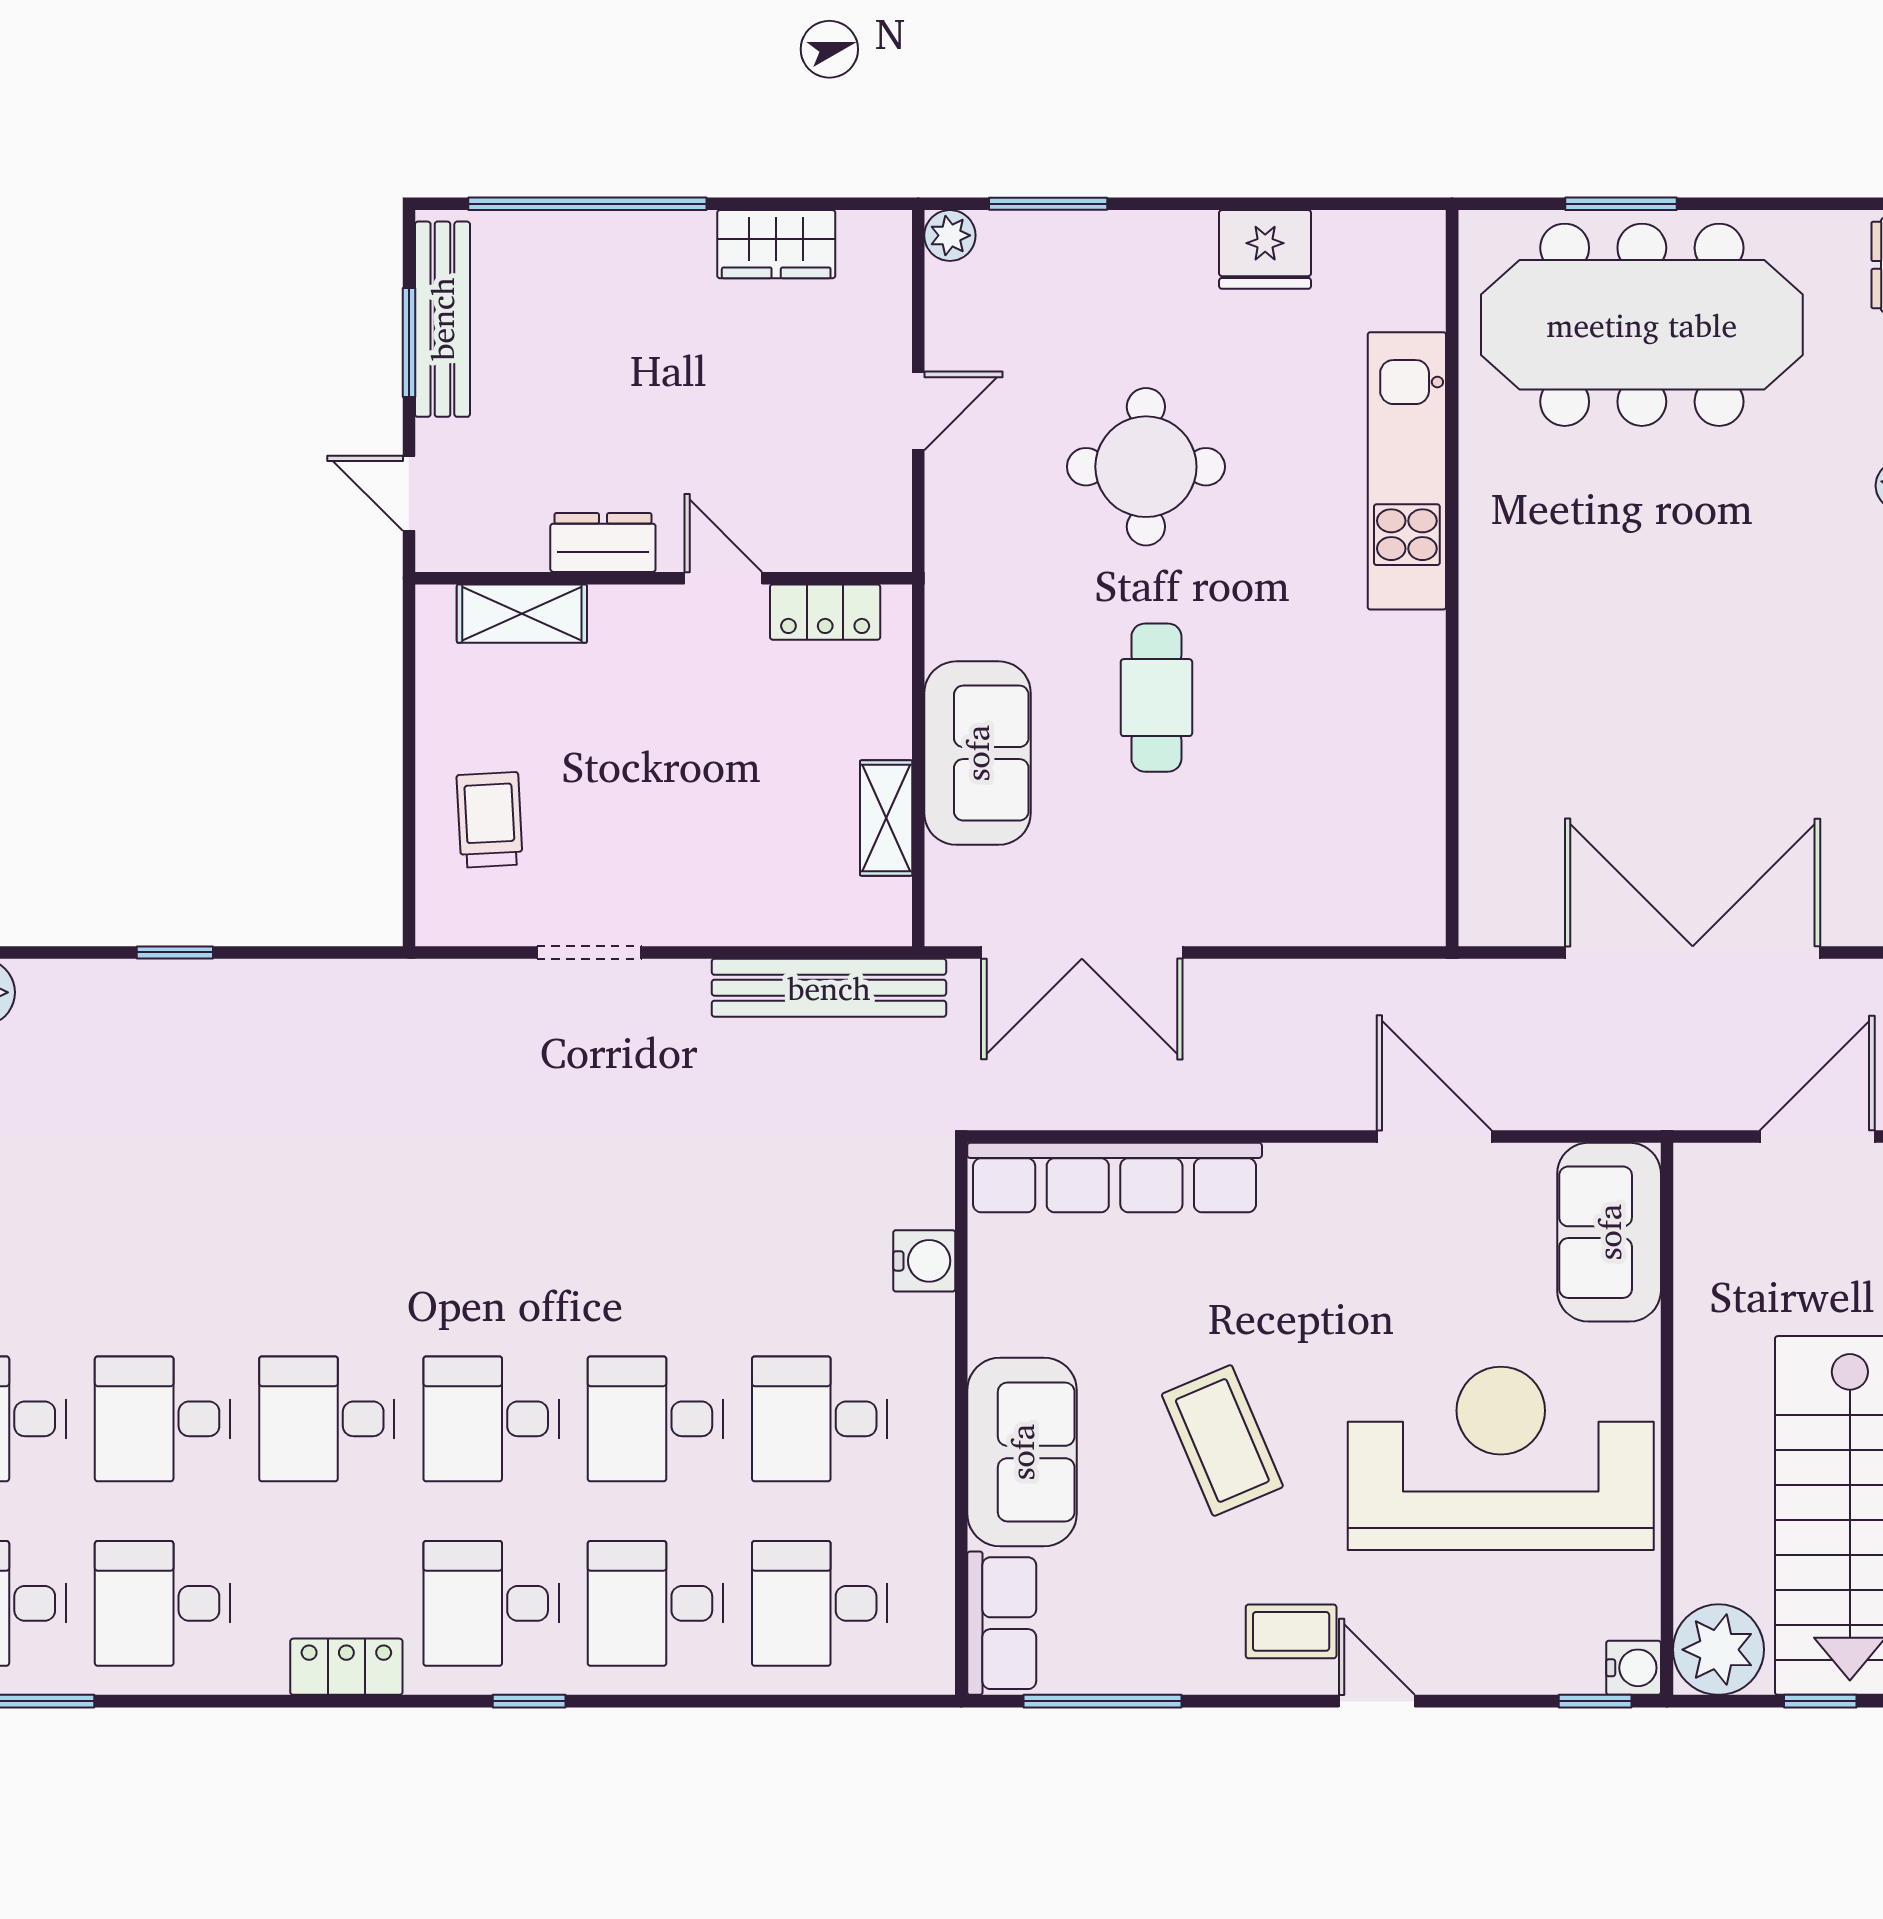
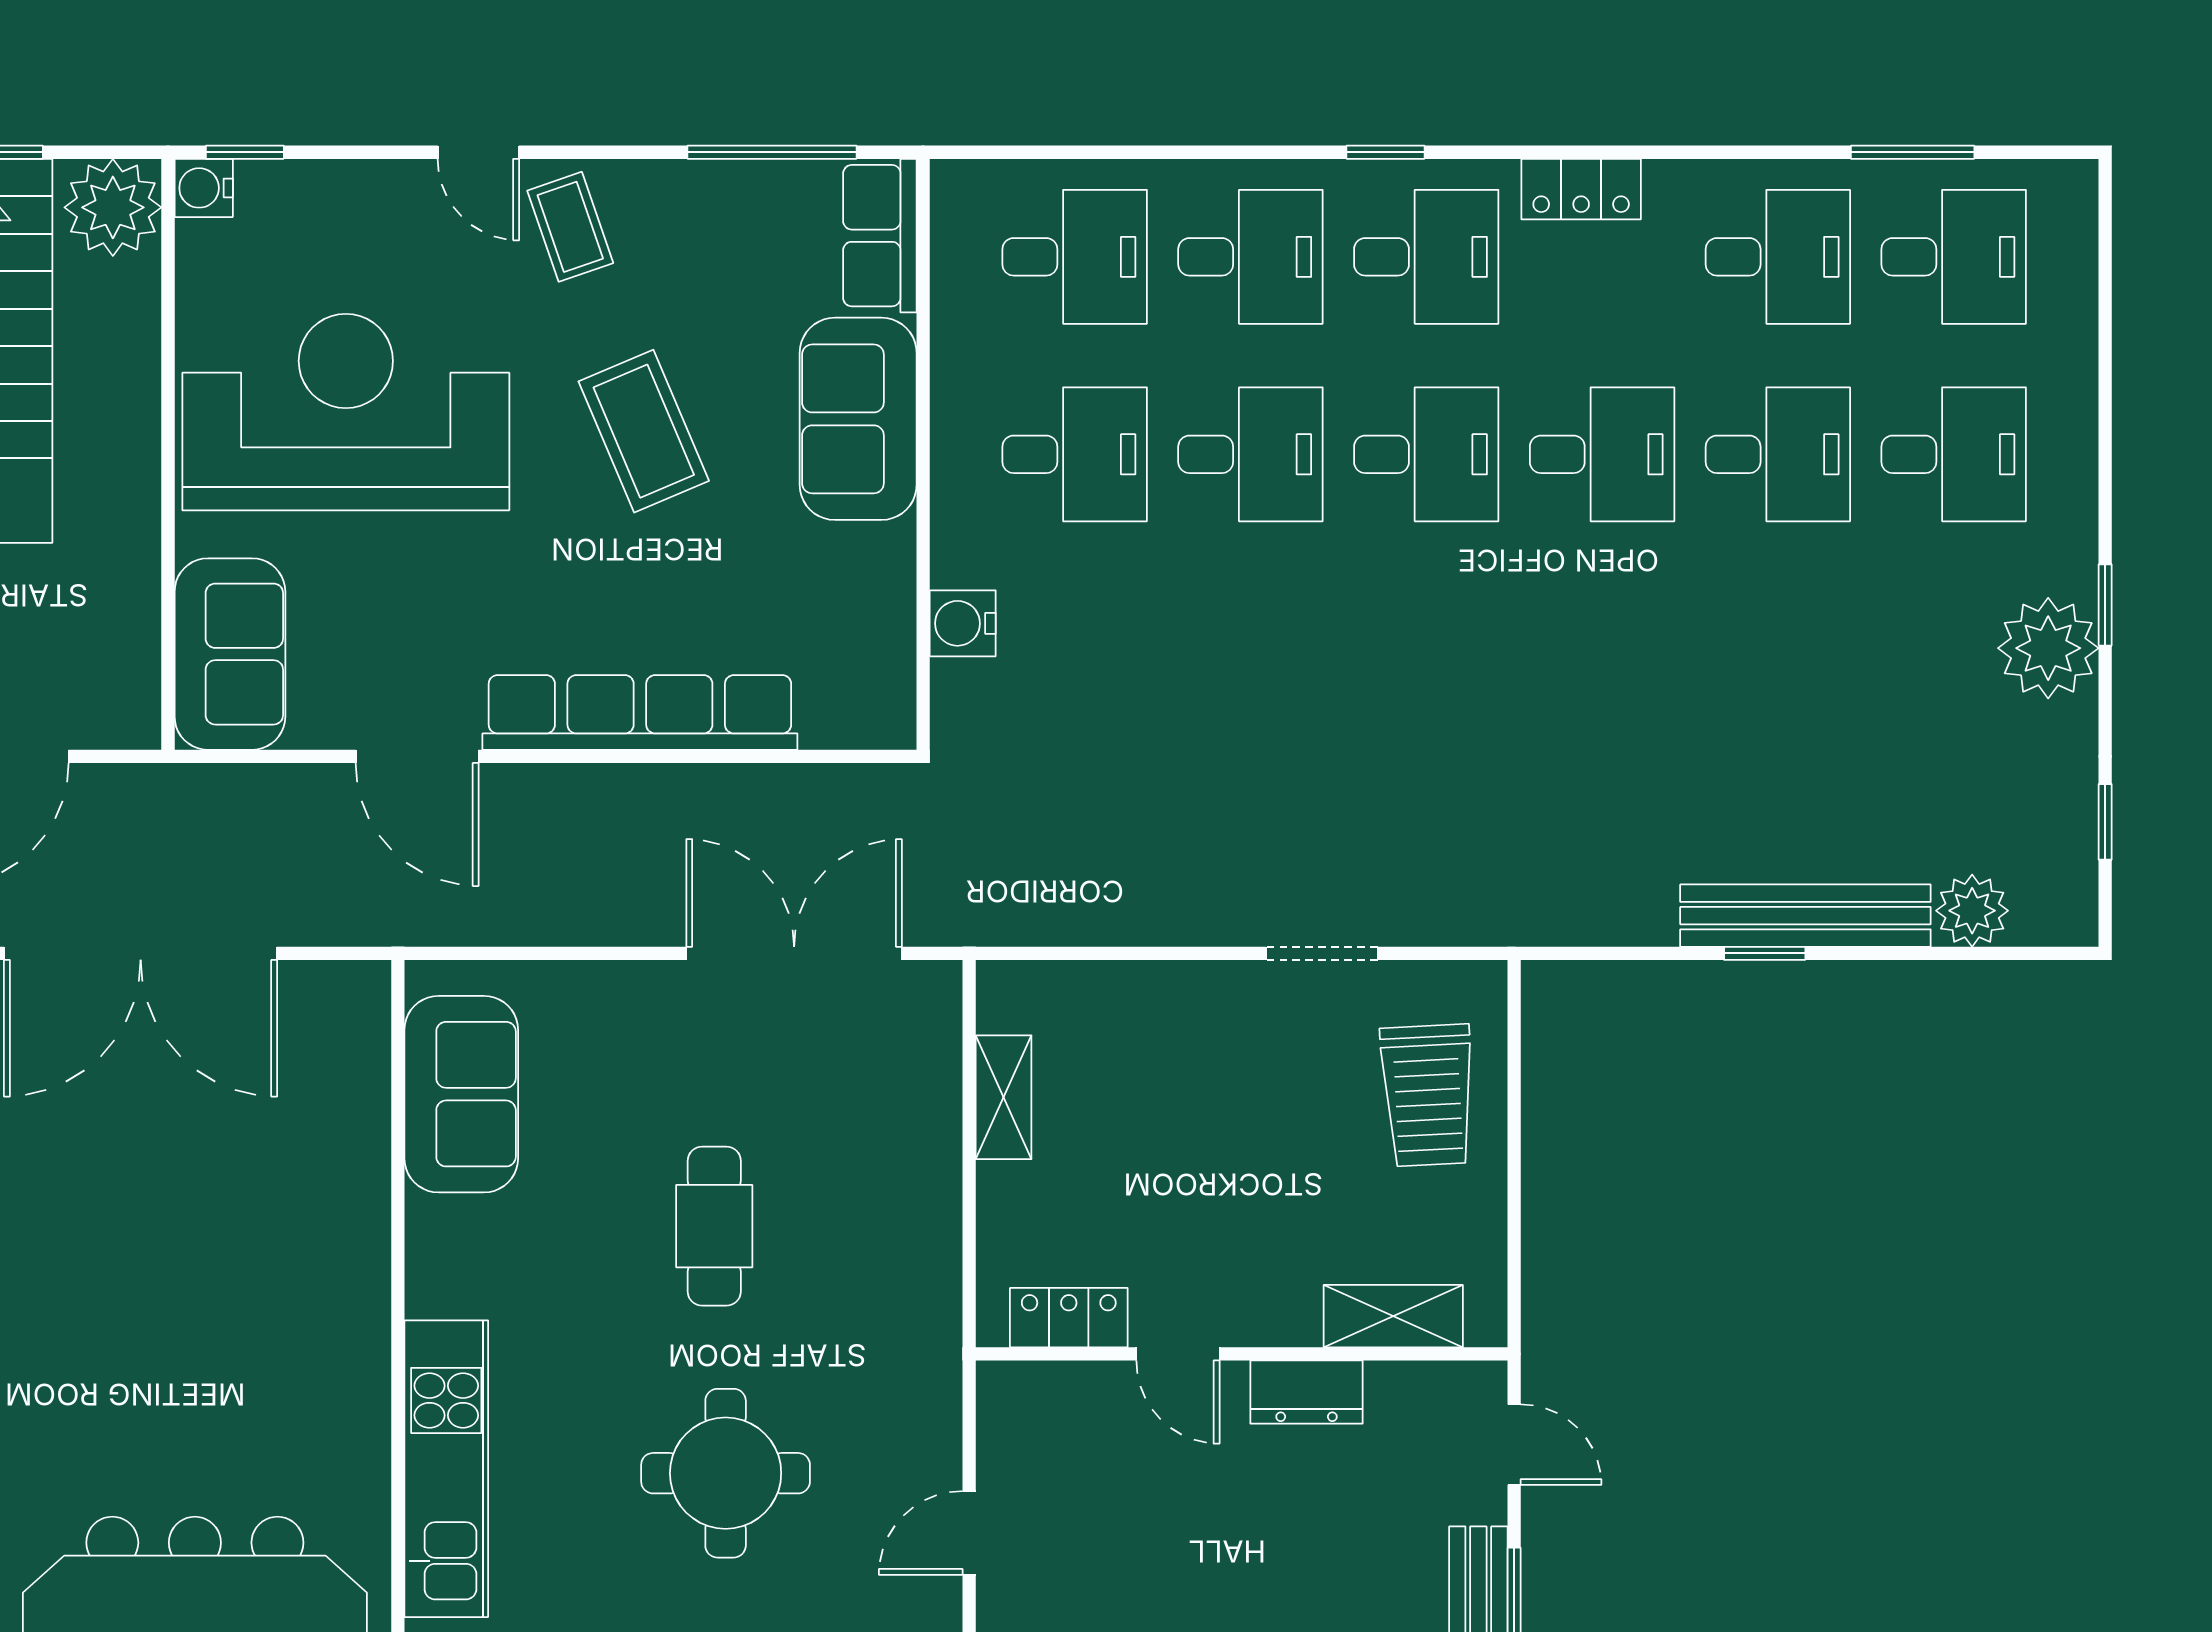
sofa: (977, 753) -> (461, 1094), moved, turned 180
trolley: (490, 820) -> (1428, 1095), width x1.36, depth x1.39
bench: (829, 988) -> (1805, 916), moved
row of seats: (1115, 1178) -> (640, 712), moved
reception desk: (1501, 1458) -> (346, 412), turned 180
coffee table: (1291, 1631) -> (570, 227), turned 71

